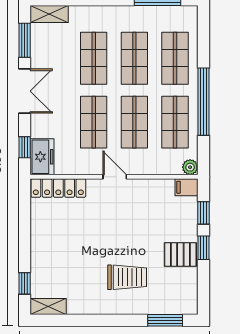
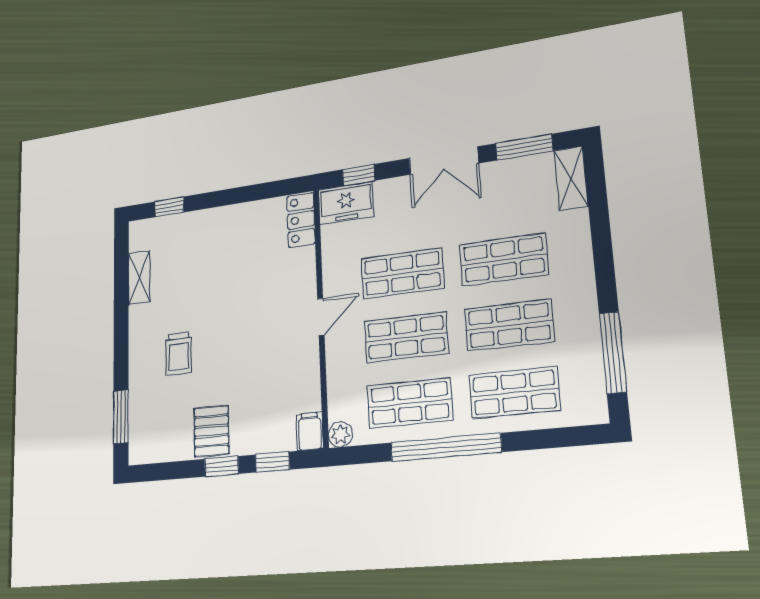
locker: (58, 188) -> (301, 220), width x0.66
trolley: (127, 277) -> (179, 354), width x0.73, depth x0.72
shelving: (48, 307) -> (139, 278), moved

